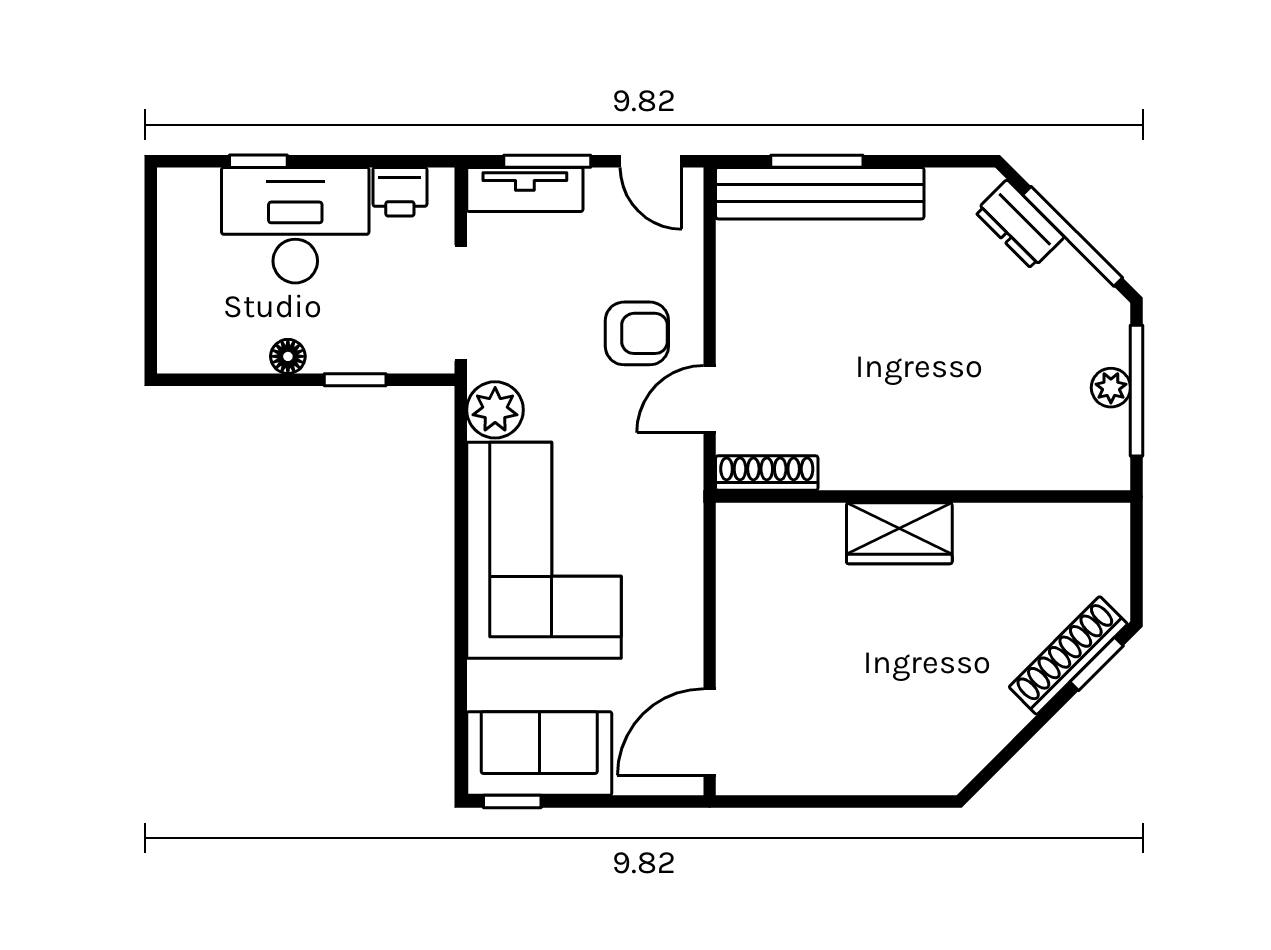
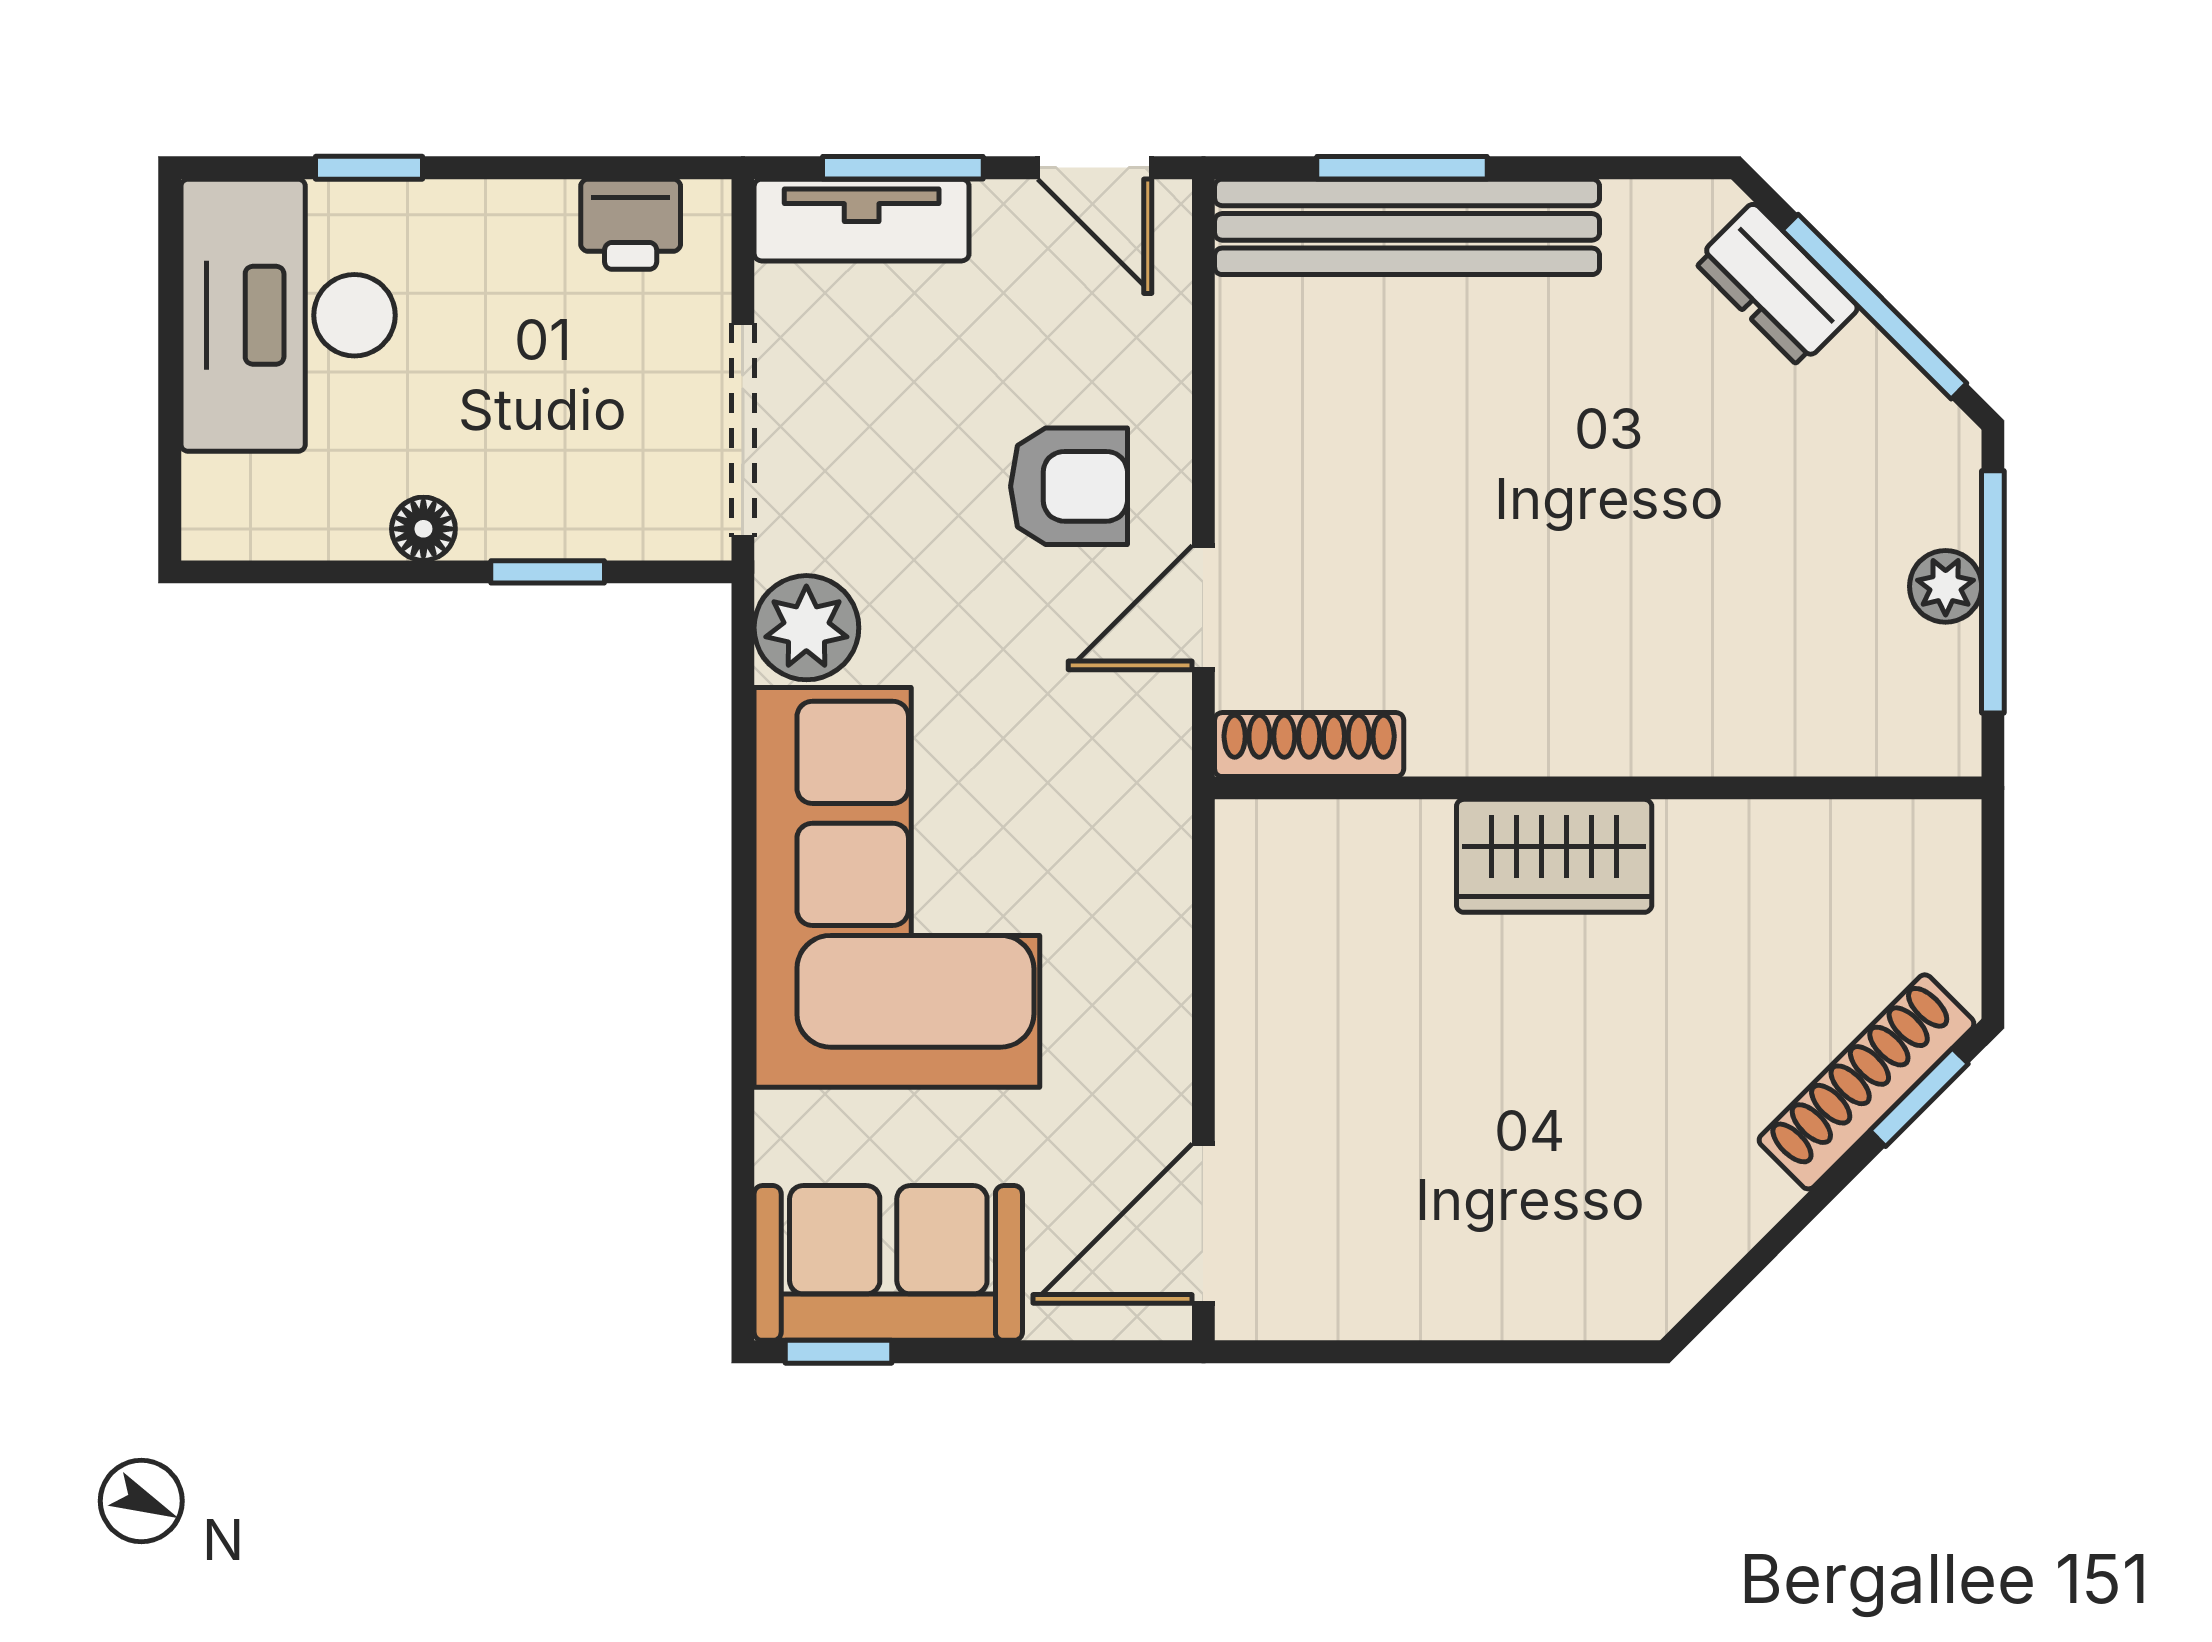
desk: (295, 225) -> (288, 315), moved, turned -90

